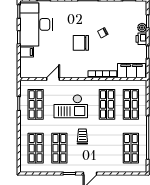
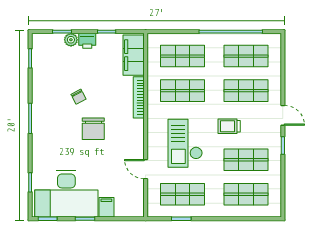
checkout: (71, 106) -> (185, 143), turned 180
shop shelf: (107, 148) -> (246, 91), added

